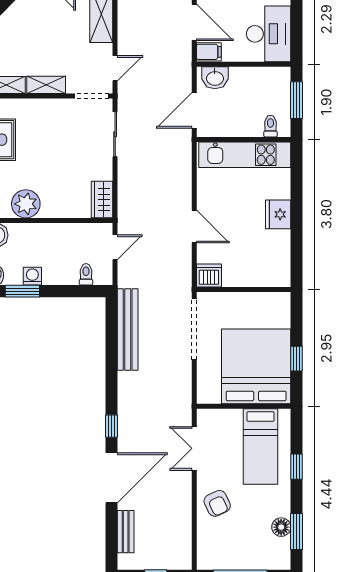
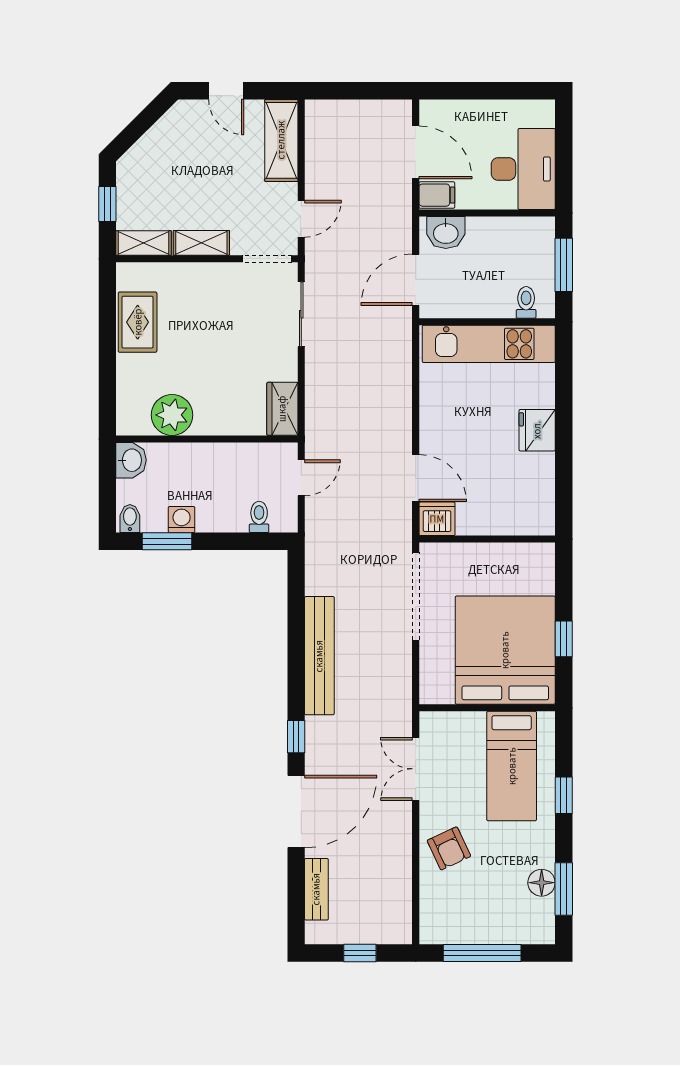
door: (194, 226) -> (416, 478), moved
bench: (128, 329) -> (319, 656), moved

